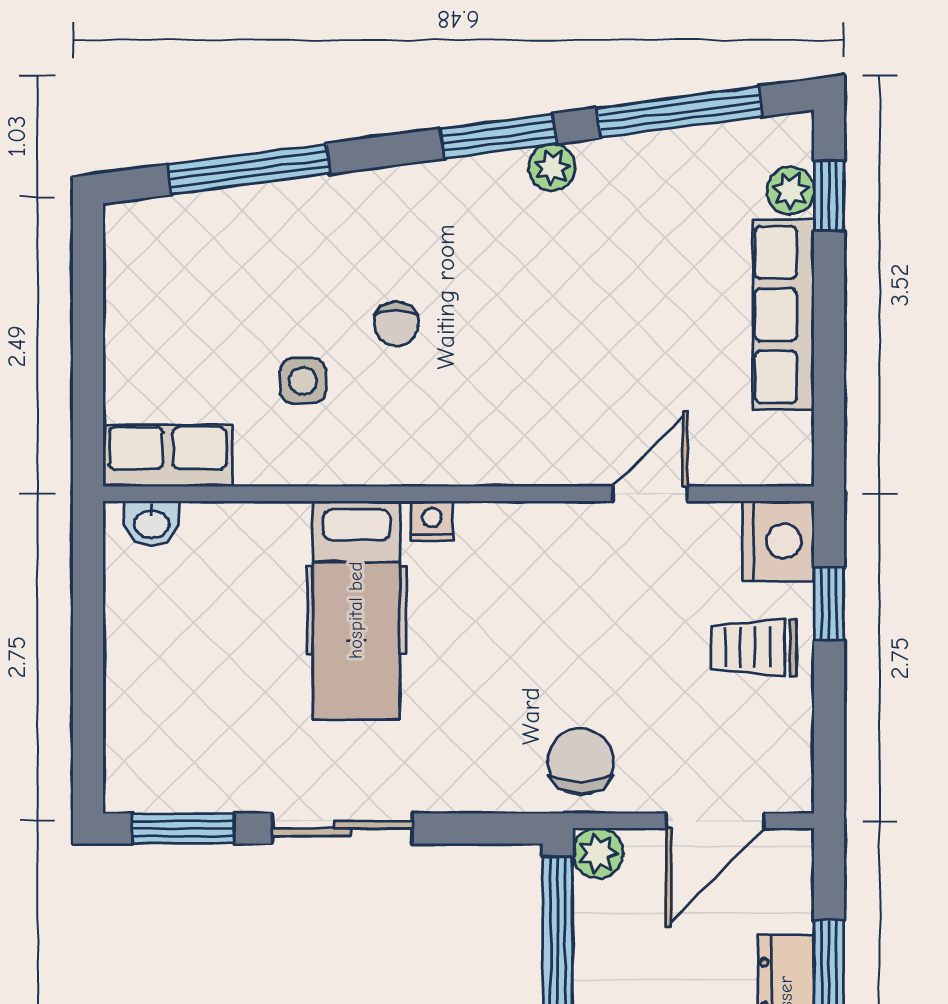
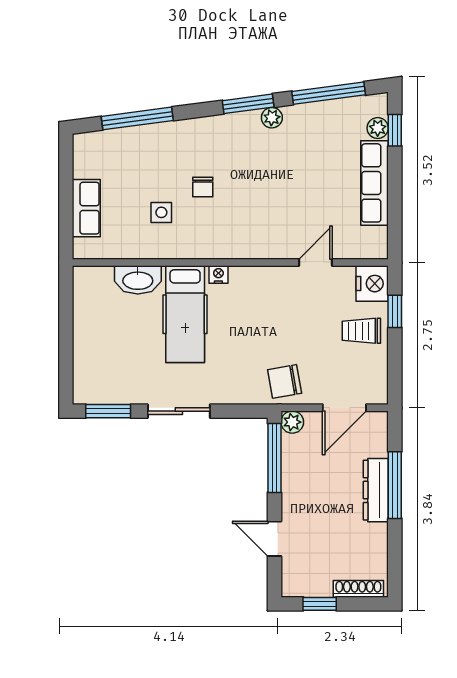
row of seats: (168, 456) -> (86, 208), moved, turned 90
washbasin: (152, 523) -> (138, 280), moved, width x1.91, depth x1.45
chair: (581, 762) -> (285, 381), turned -100

